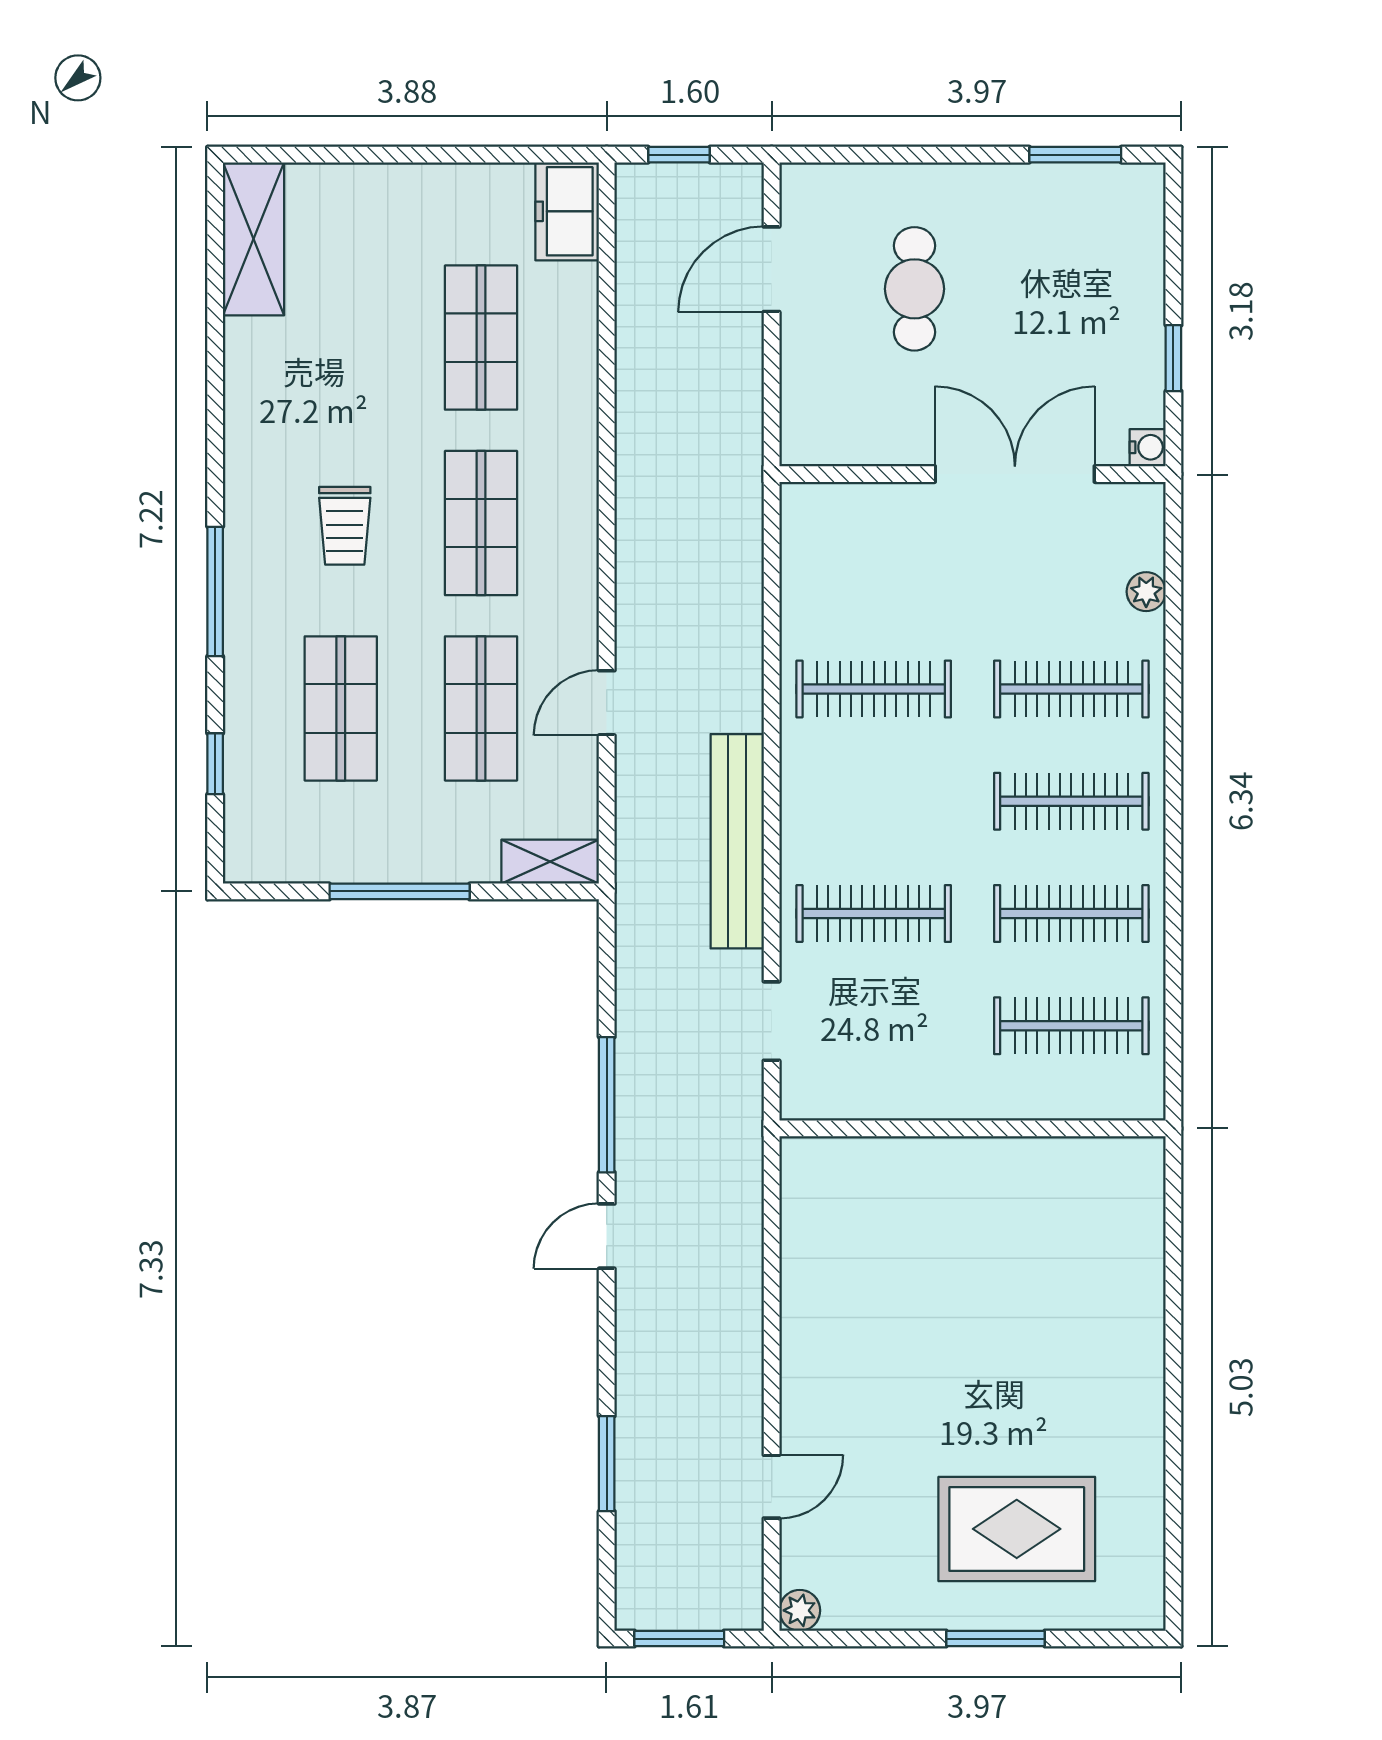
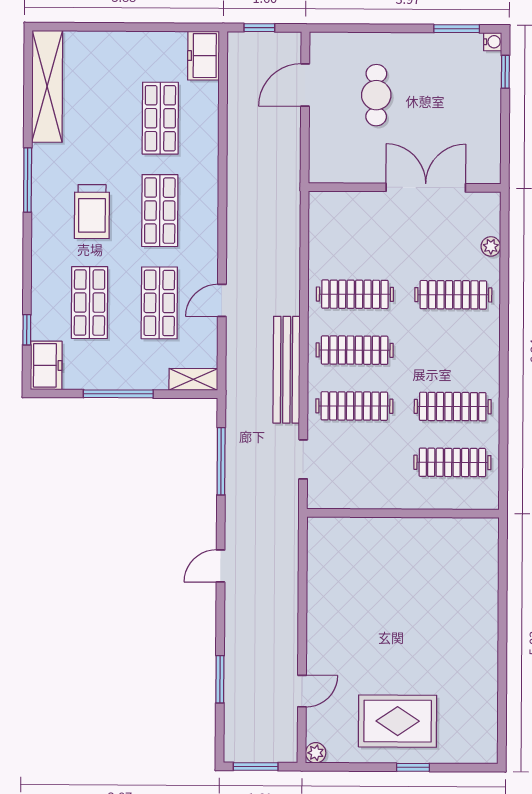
shelving: (253, 239) -> (47, 86), width x1.47
window: (1173, 358) -> (505, 72), moved
water cooler: (1148, 447) -> (493, 42), moved
trolley: (345, 526) -> (92, 212), width x1.36, depth x1.39
window: (215, 591) -> (28, 180), moved
clothes rail: (1071, 801) -> (355, 350), moved
freezer: (254, 835) -> (46, 365), added
window: (607, 1105) -> (221, 461), moved
rug: (1017, 1529) -> (398, 721), moved
window: (995, 1639) -> (413, 767), width x0.67

